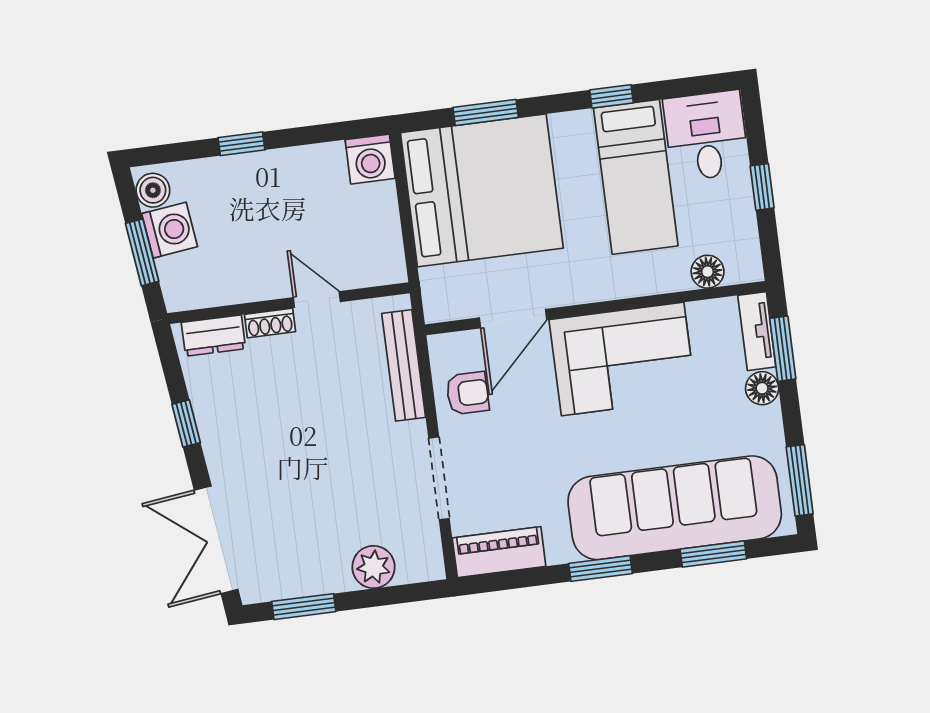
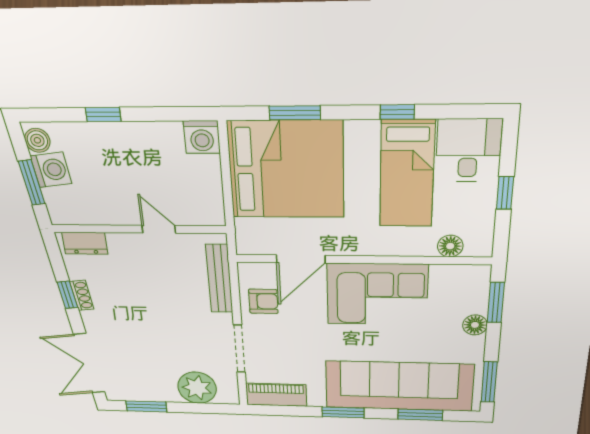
shoe rack: (270, 323) -> (82, 295), moved, turned -97
tv unit: (757, 331) -> (479, 289), removed
plant: (373, 567) -> (197, 388), width x1.36, depth x1.36

